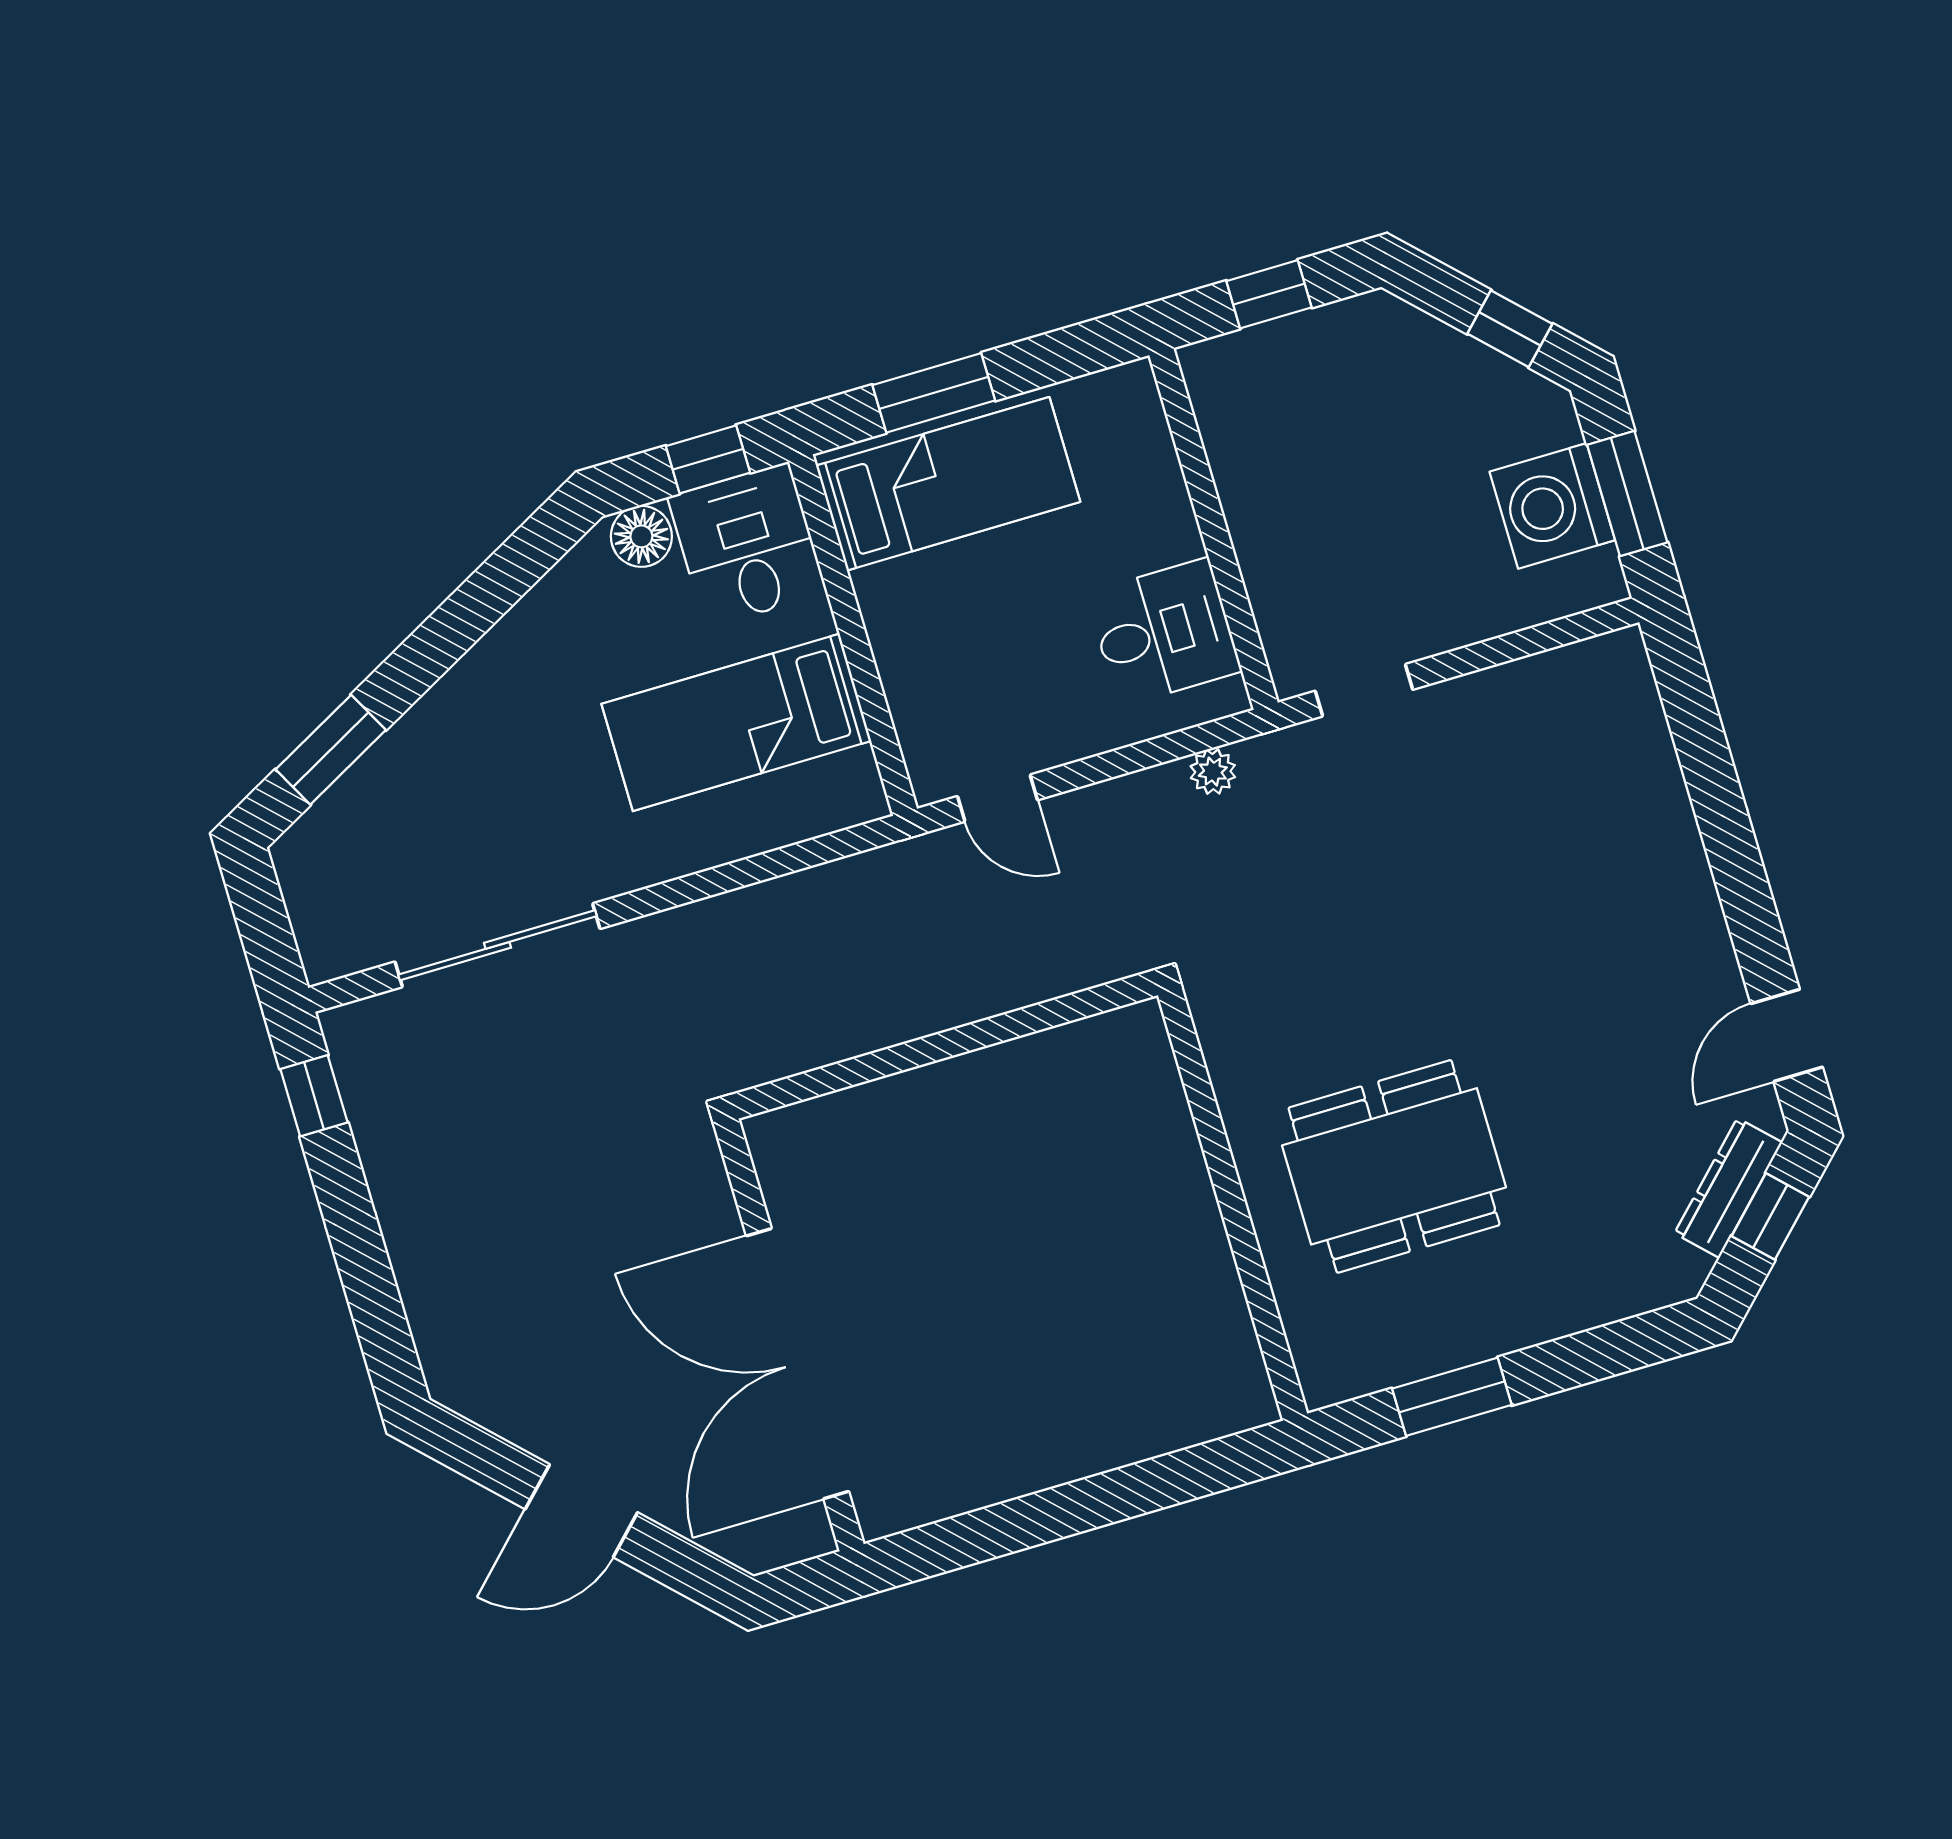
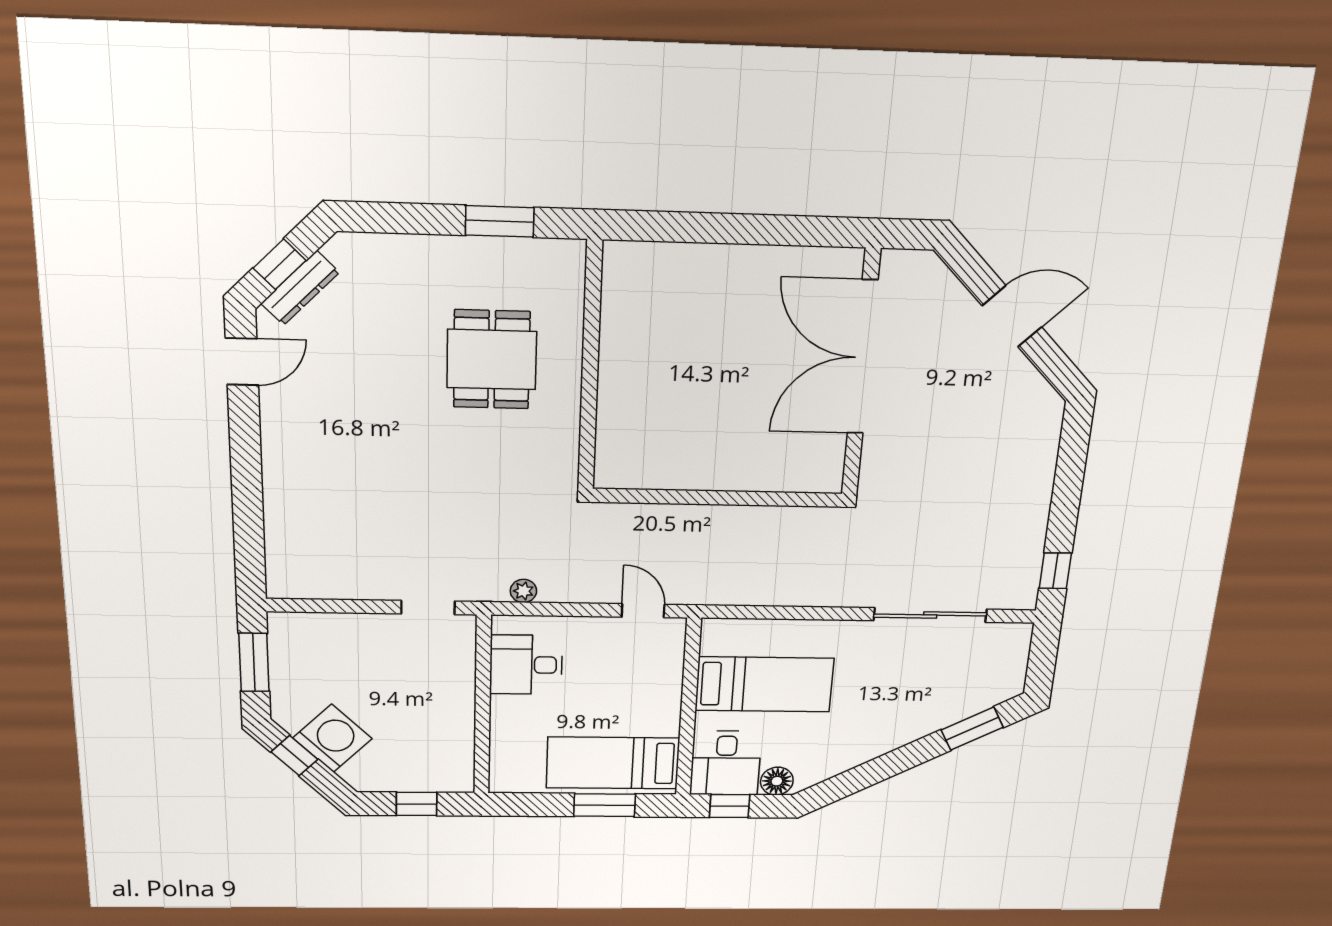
washing machine: (1552, 506) -> (332, 738), moved, turned -45
dining table: (1394, 1166) -> (492, 360), width x0.73
double door: (798, 1364) -> (862, 357), swing flipped

